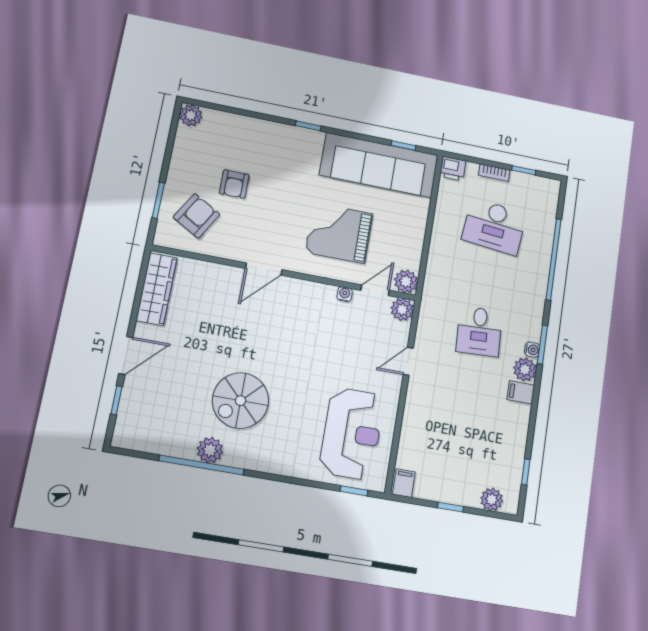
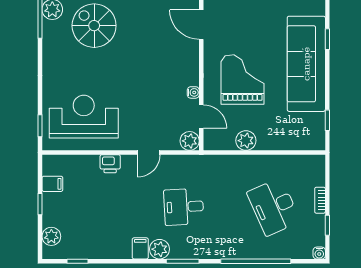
sofa: (379, 165) -> (306, 64), moved
printer: (453, 169) -> (110, 164), moved, turned -90
desk: (494, 226) -> (274, 207), turned -30
plant: (406, 281) -> (246, 141), moved
water cooler: (532, 350) -> (319, 253), moved
door: (408, 361) -> (149, 153), swing flipped
reception desk: (352, 434) -> (84, 117), turned 180
filing cabinet: (404, 483) -> (52, 184), moved

